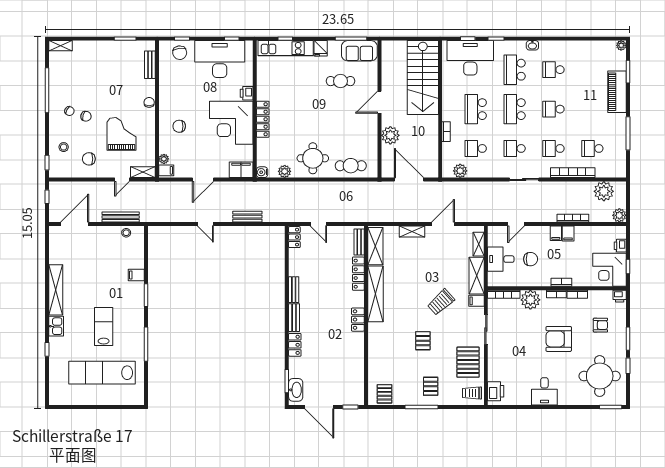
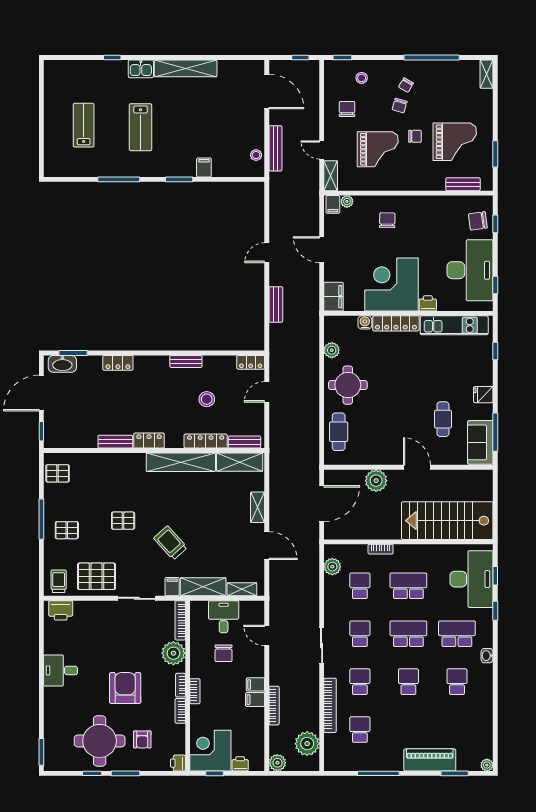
kitchen unit: (286, 48) -> (454, 325), moved, turned -90
grand piano: (115, 71) -> (455, 142), added
chair: (149, 102) -> (415, 136), moved
water cooler: (262, 172) -> (365, 322), moved
stool: (324, 273) -> (207, 399), added
bench: (294, 318) -> (115, 442), moved
lab bench: (104, 326) -> (141, 127), turned 90
lab bench: (102, 373) -> (84, 125), width x0.54, depth x0.72
round table: (600, 376) -> (100, 741), moved

